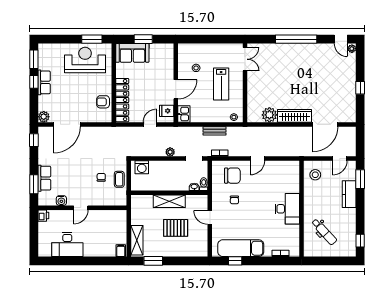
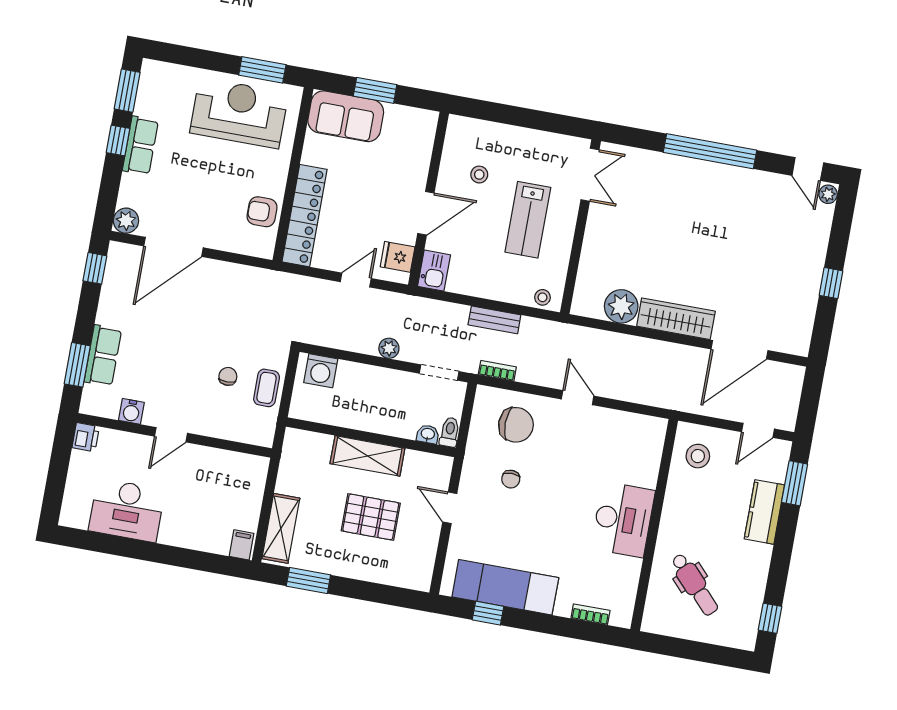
door: (257, 159) -> (578, 398), swing flipped

